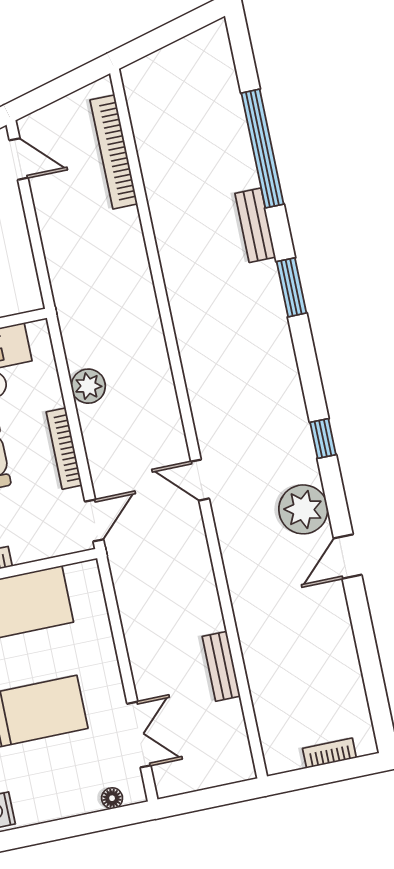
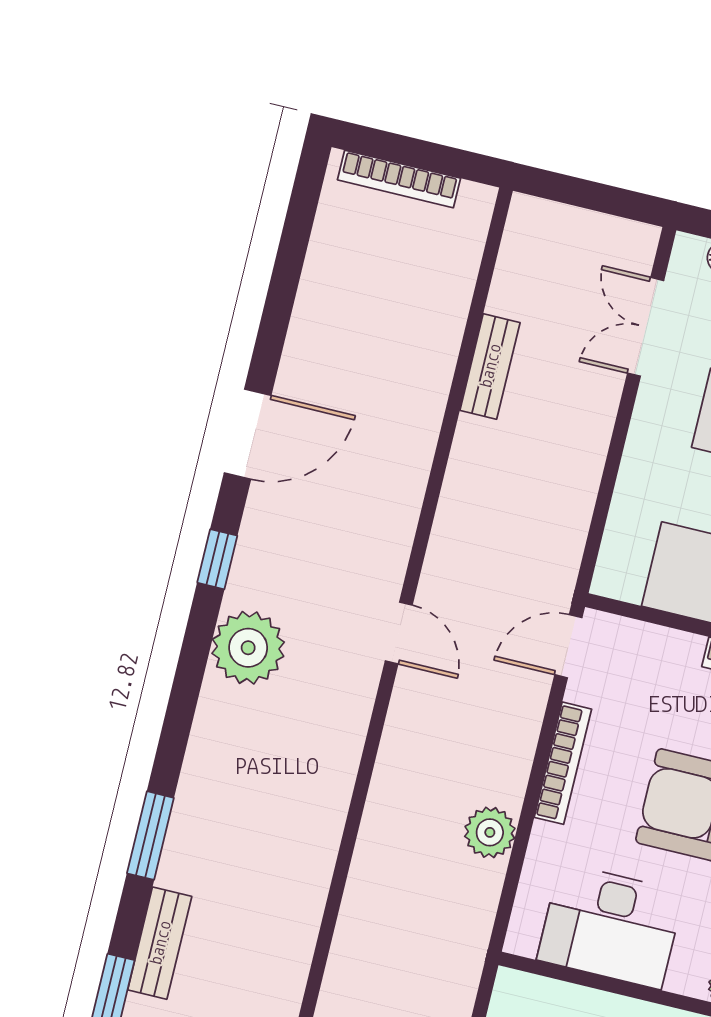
window: (323, 439) -> (217, 559), moved
plant: (303, 509) -> (248, 648), moved
door: (348, 556) -> (248, 434), width x1.38
bookcase: (329, 753) -> (399, 179), width x1.56

